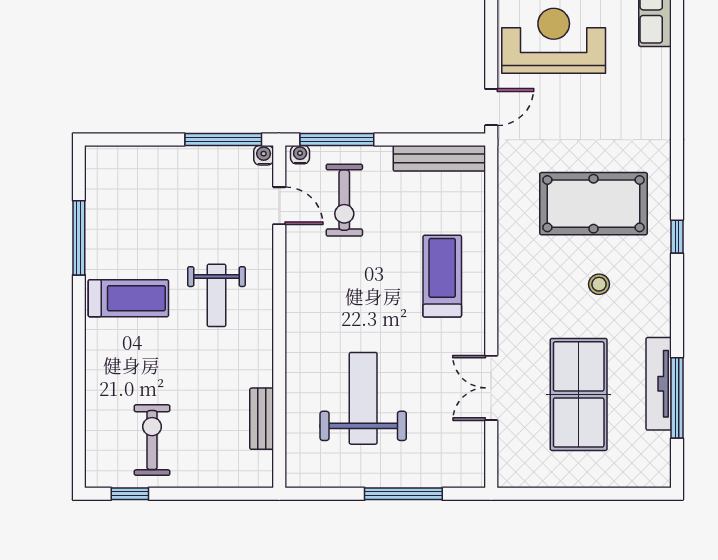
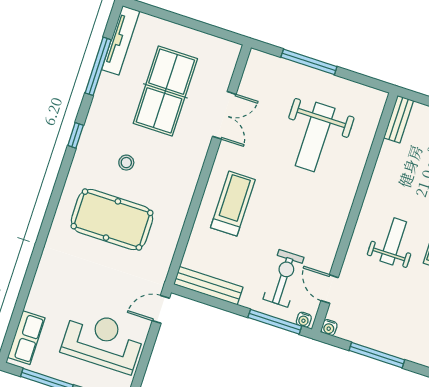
reception desk: (554, 41) -> (103, 341), turned 180
window: (223, 140) -> (377, 355), moved
window: (677, 237) -> (76, 135), moved
treadmill: (442, 276) -> (233, 204), turned 180
tv unit: (659, 384) -> (121, 40), moved
bench: (262, 419) -> (399, 119), moved

